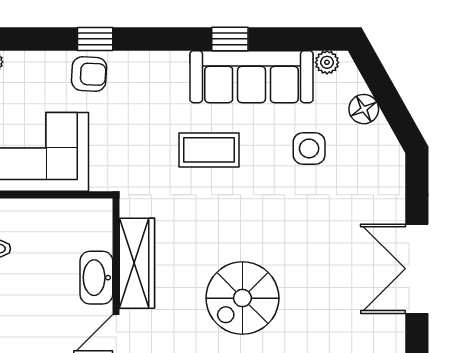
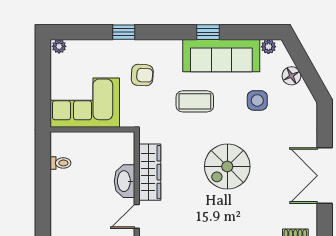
armchair: (89, 74) -> (142, 75), moved
spiral stairs: (242, 298) -> (227, 166), moved

